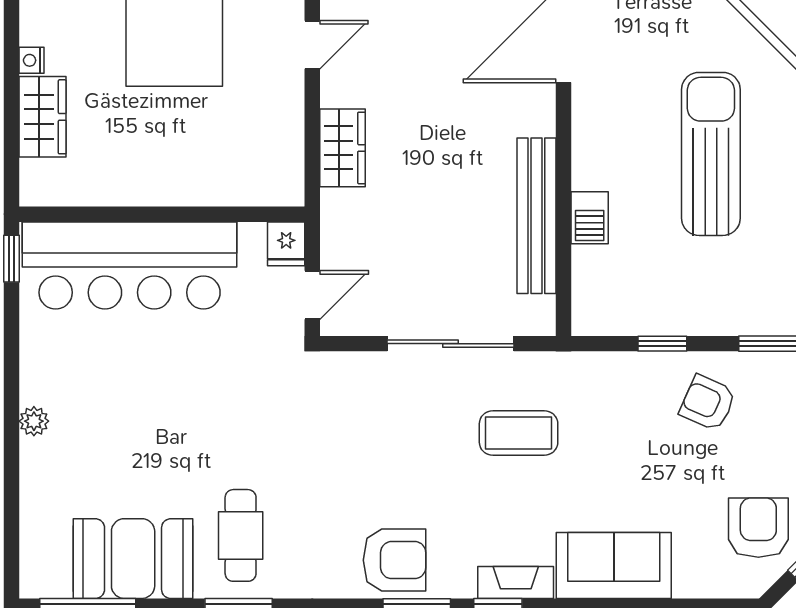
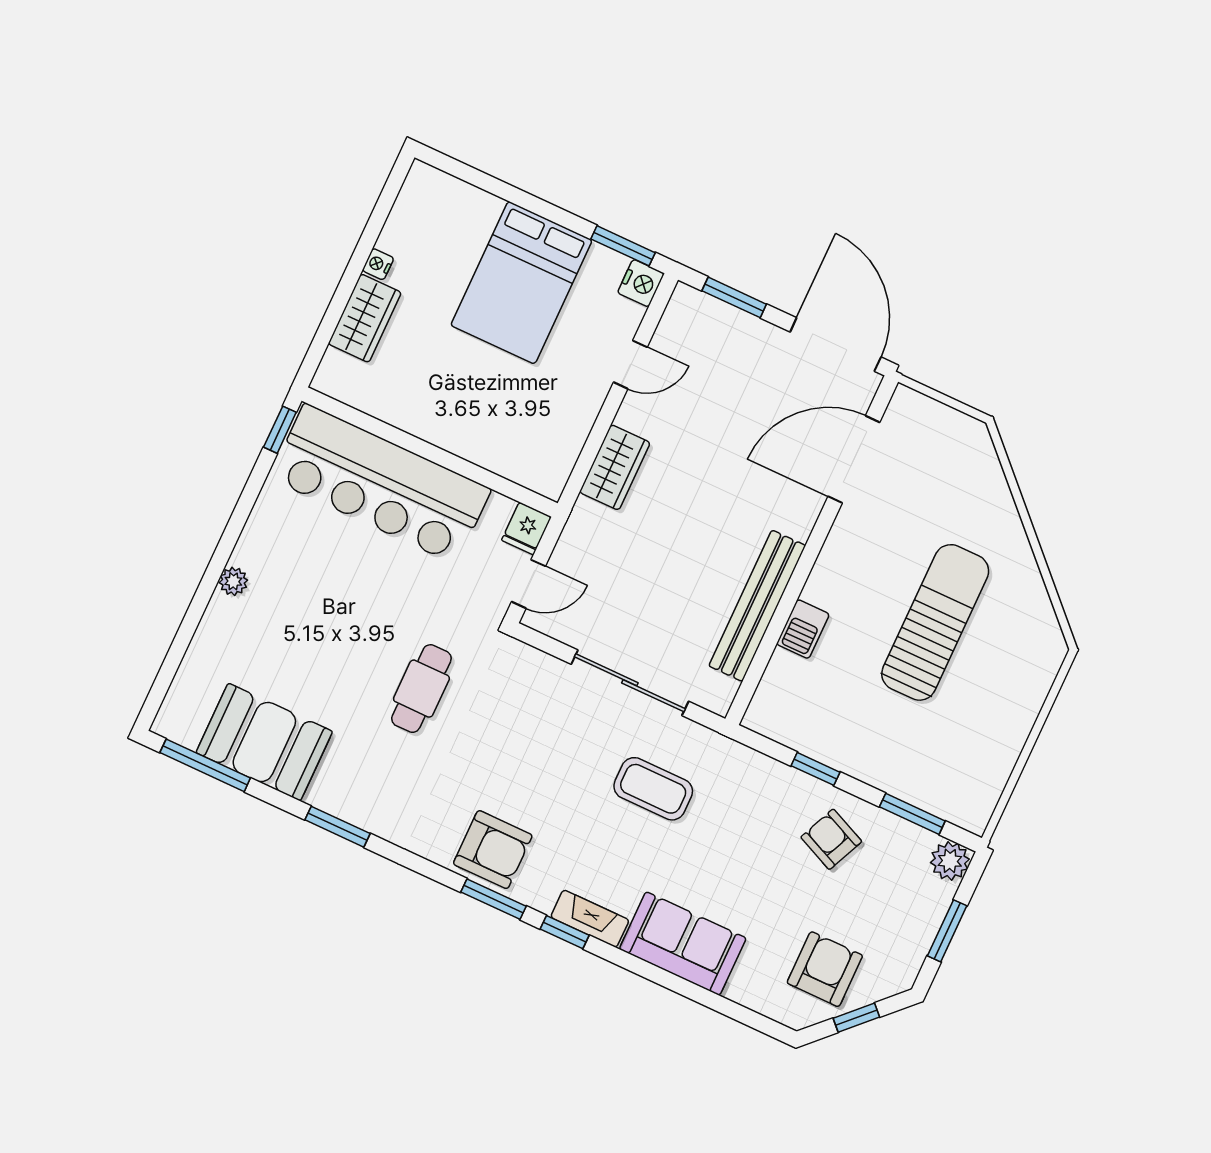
cafe table: (241, 535) -> (421, 689), moved

